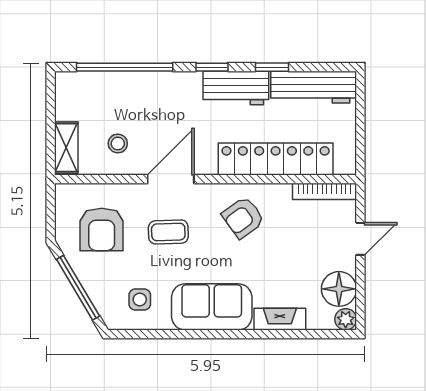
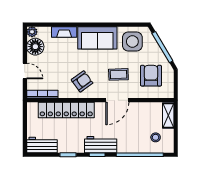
workbench: (314, 87) -> (42, 145), width x0.73
workbench: (236, 88) -> (101, 145), moved
stool: (118, 143) -> (156, 137), moved
door: (360, 239) -> (25, 71), swing flipped
side table: (140, 299) -> (132, 42), width x1.87, depth x1.87

